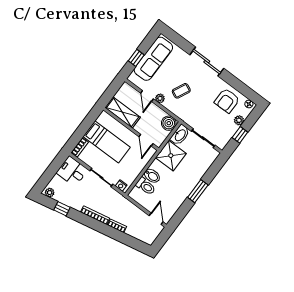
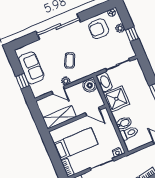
sofa: (153, 59) -> (31, 68), width x0.73
sliding door: (207, 62) -> (58, 27), width x1.36
armchair: (227, 101) -> (99, 29), turned 90

